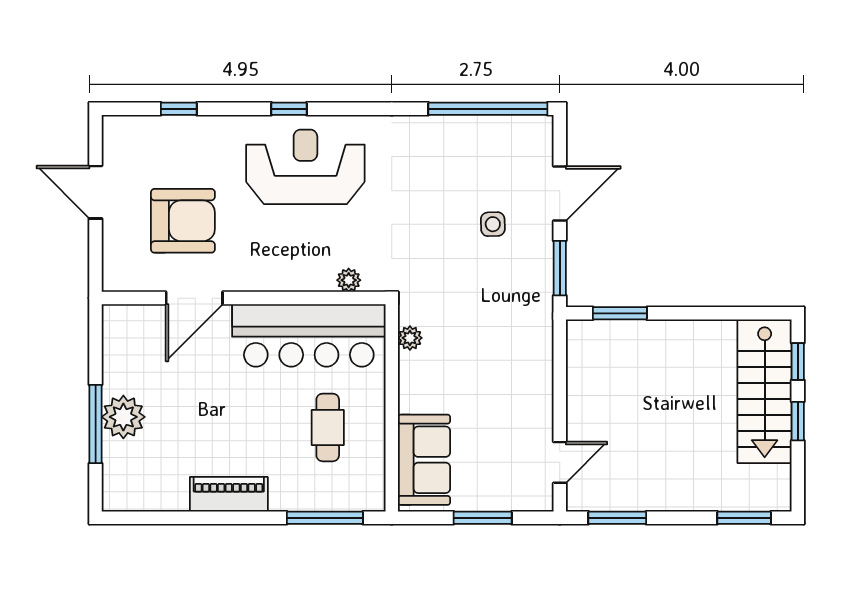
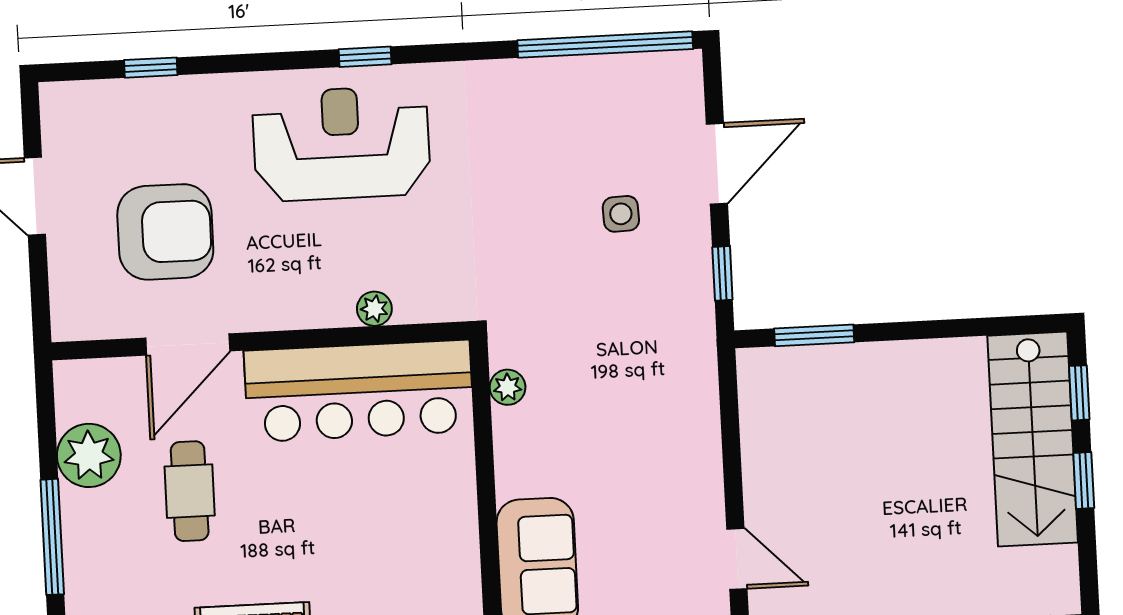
window: (289, 109) -> (365, 57), moved
window: (560, 268) -> (722, 273), width x0.67
plant: (349, 280) -> (374, 309), moved
plant: (123, 417) -> (89, 455), moved
cafe table: (328, 427) -> (190, 491), moved
door: (560, 462) -> (737, 559), hinge flipped

